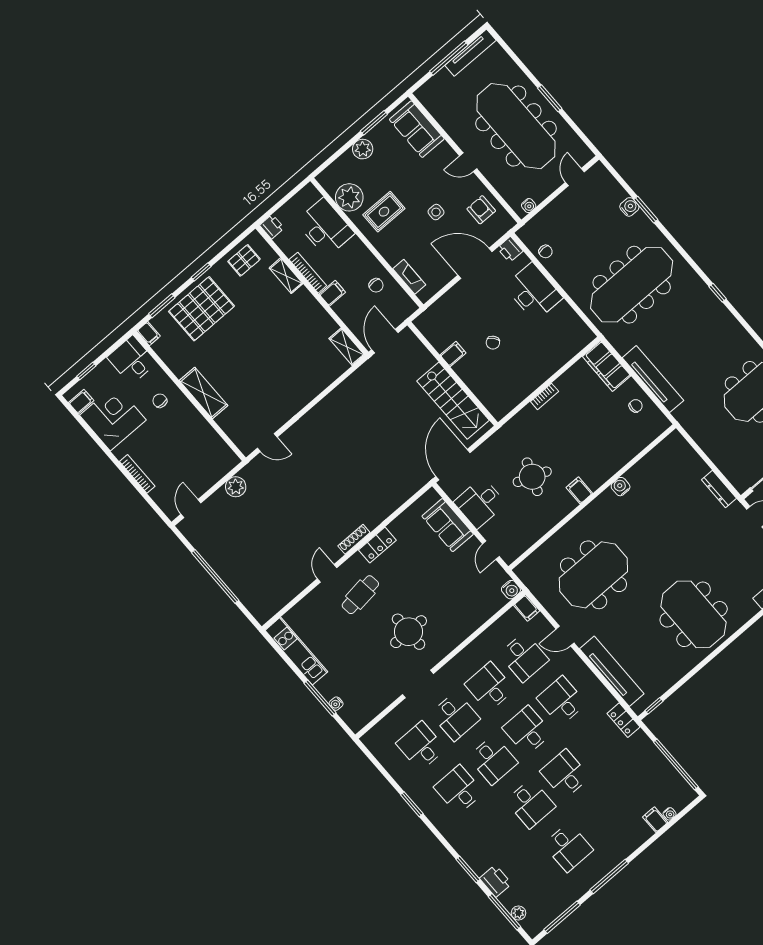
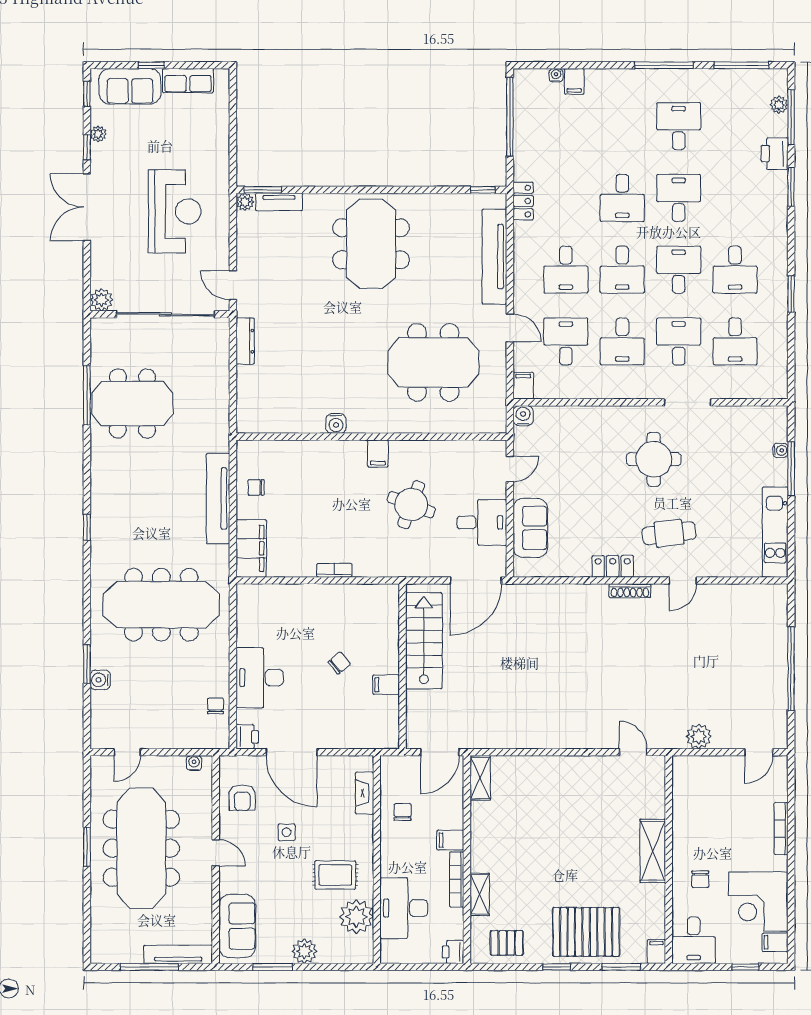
tv unit: (470, 53) -> (178, 954), moved

